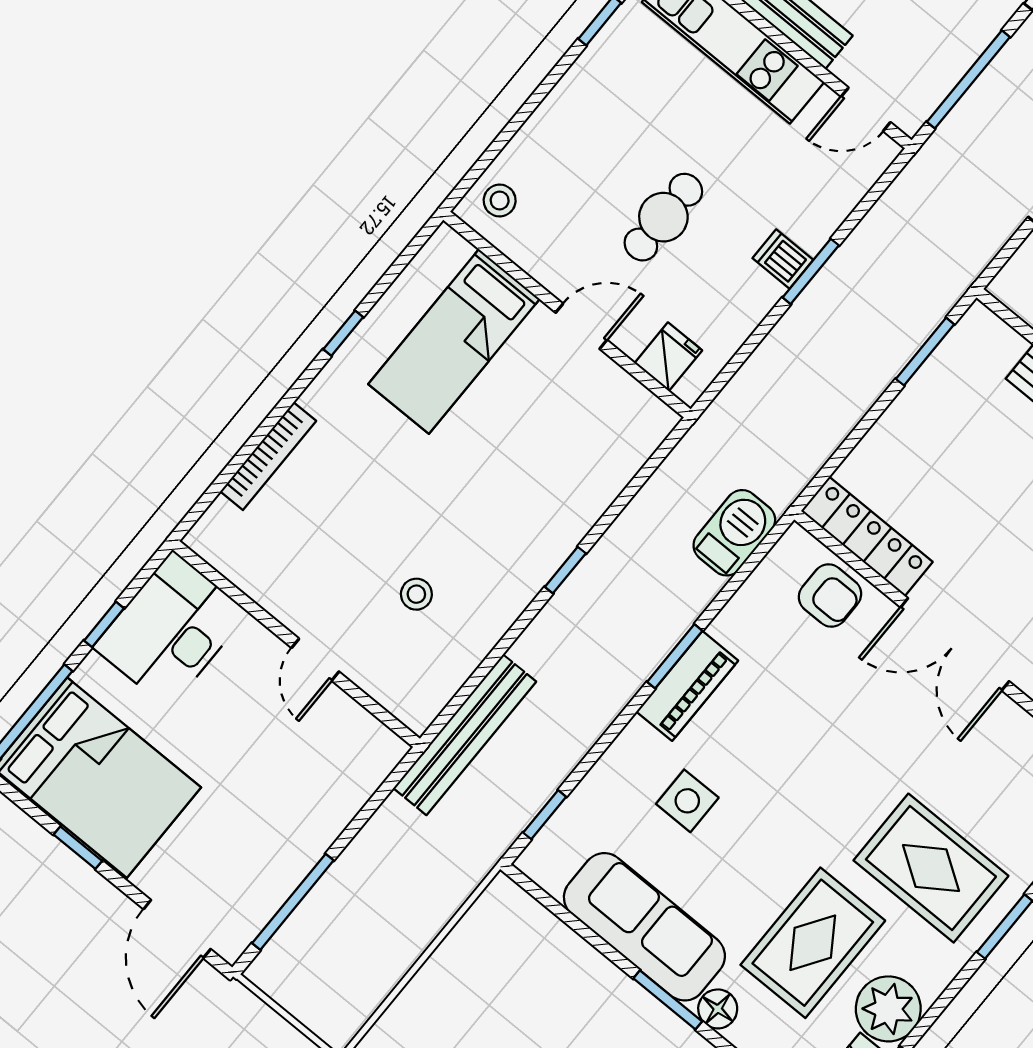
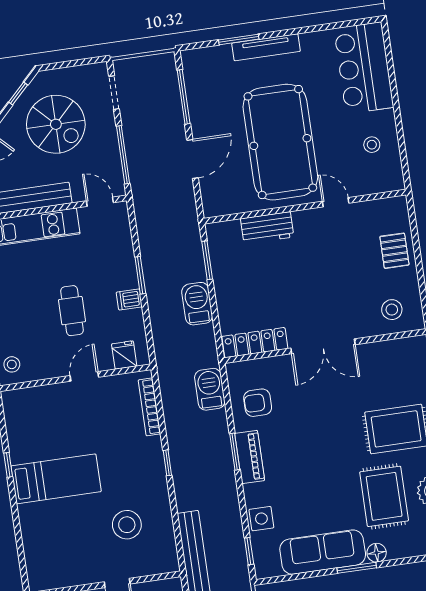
door: (866, 109) -> (100, 202), swing flipped
dishwasher: (783, 259) -> (129, 299), moved
bed: (454, 341) -> (56, 479), moved, turned -90
barbecue: (846, 396) -> (197, 304), added
bookcase: (268, 456) -> (149, 407), moved, turned 180
stool: (416, 594) -> (127, 525), width x1.89, depth x1.89
armchair: (830, 595) -> (258, 403), moved, turned 180
side table: (687, 801) -> (261, 519), moved

